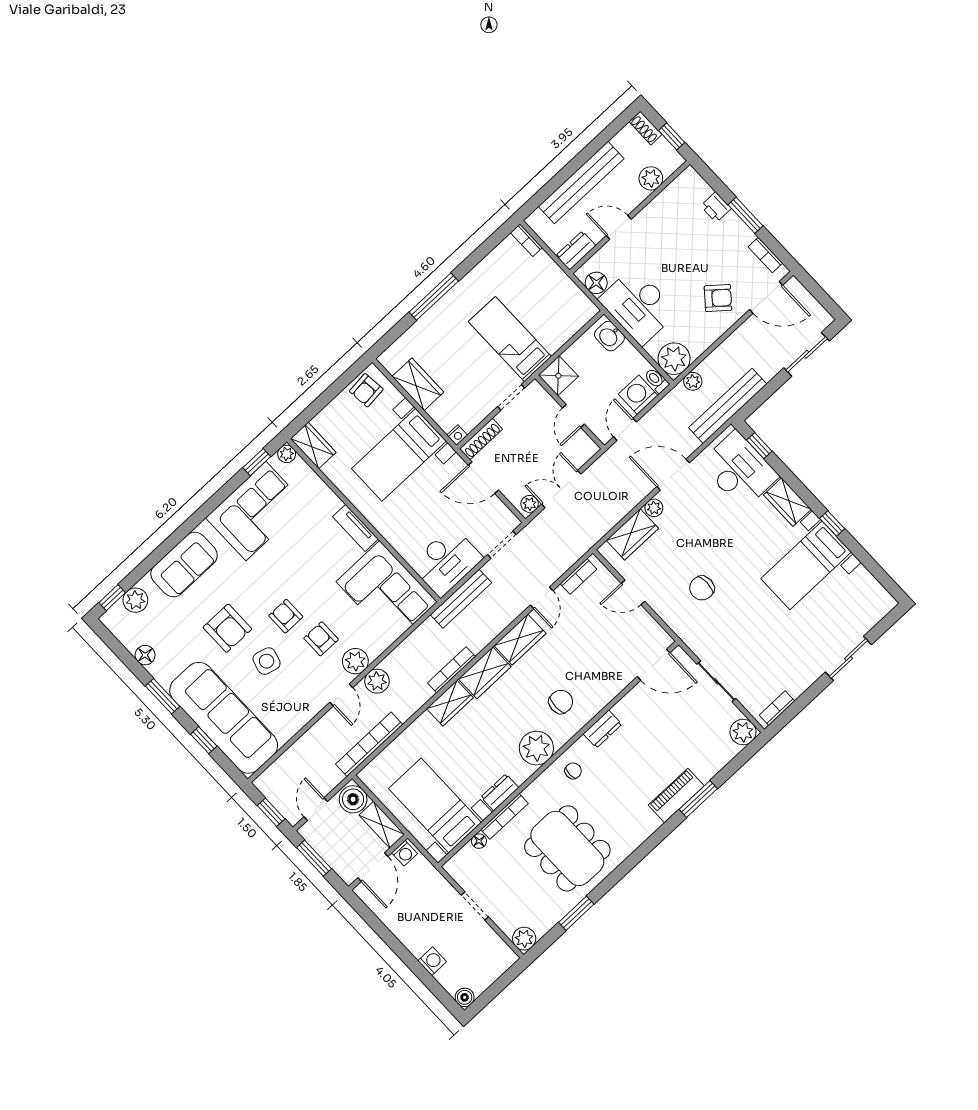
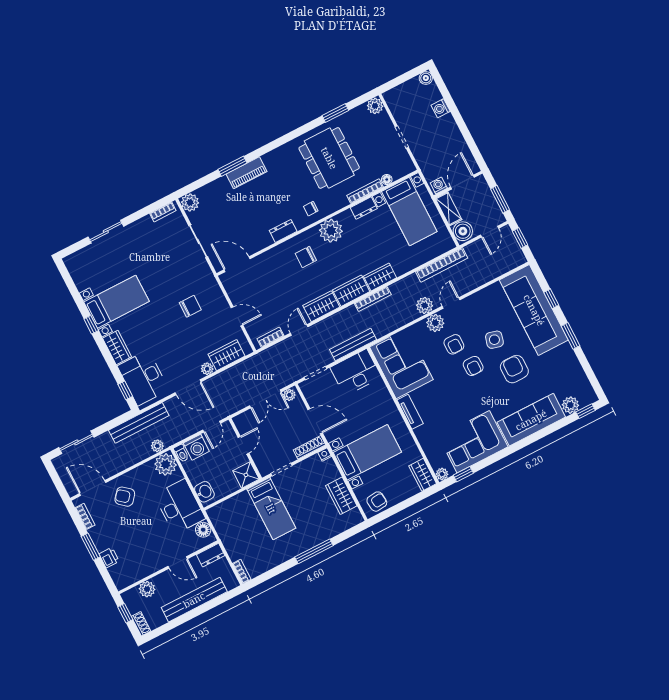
sofa: (184, 565) -> (531, 420), width x1.36
floor lamp: (145, 655) -> (574, 367), removed

